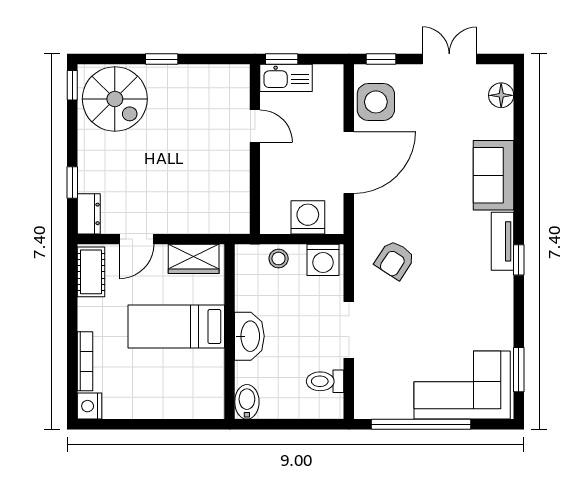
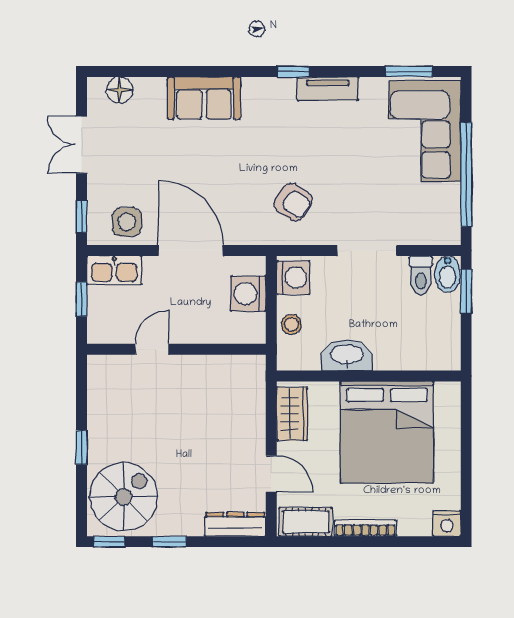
window: (282, 59) -> (82, 299), moved
kitchen sink: (286, 78) -> (114, 270), moved, turned 90
side table: (376, 102) -> (127, 222), width x0.73, depth x0.73
window: (72, 182) -> (169, 542), moved
dresser: (89, 214) -> (235, 524), width x1.44
tv unit: (503, 241) -> (328, 89), moved
bed: (176, 327) -> (387, 432), width x2.04
washbasin: (249, 336) -> (347, 355), moved
bookcase: (85, 361) -> (365, 528), moved
bidet: (247, 402) -> (448, 274), moved, turned -90
window: (310, 424) -> (466, 291), added

